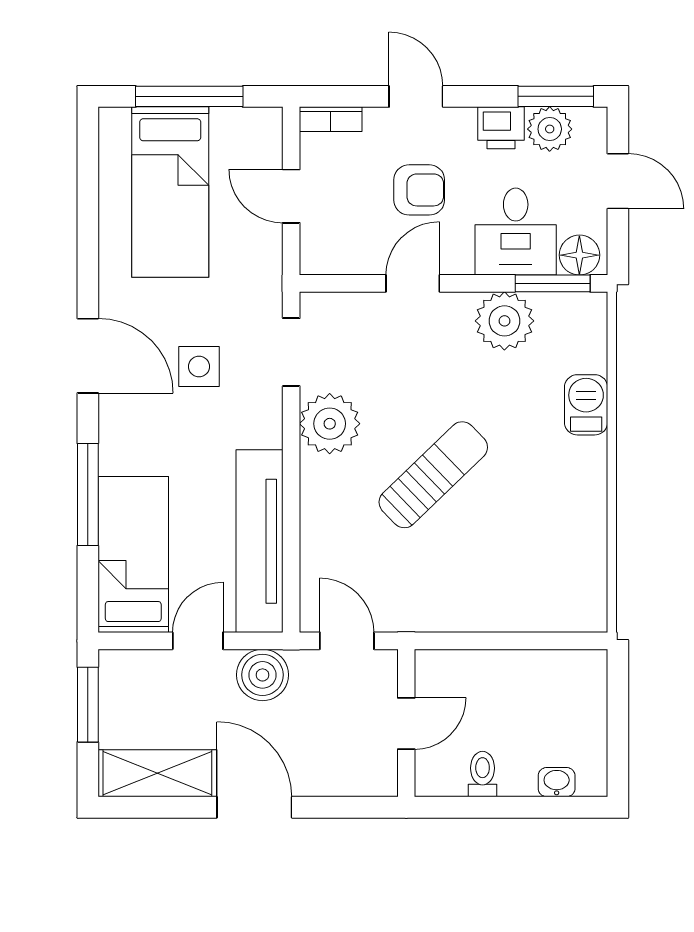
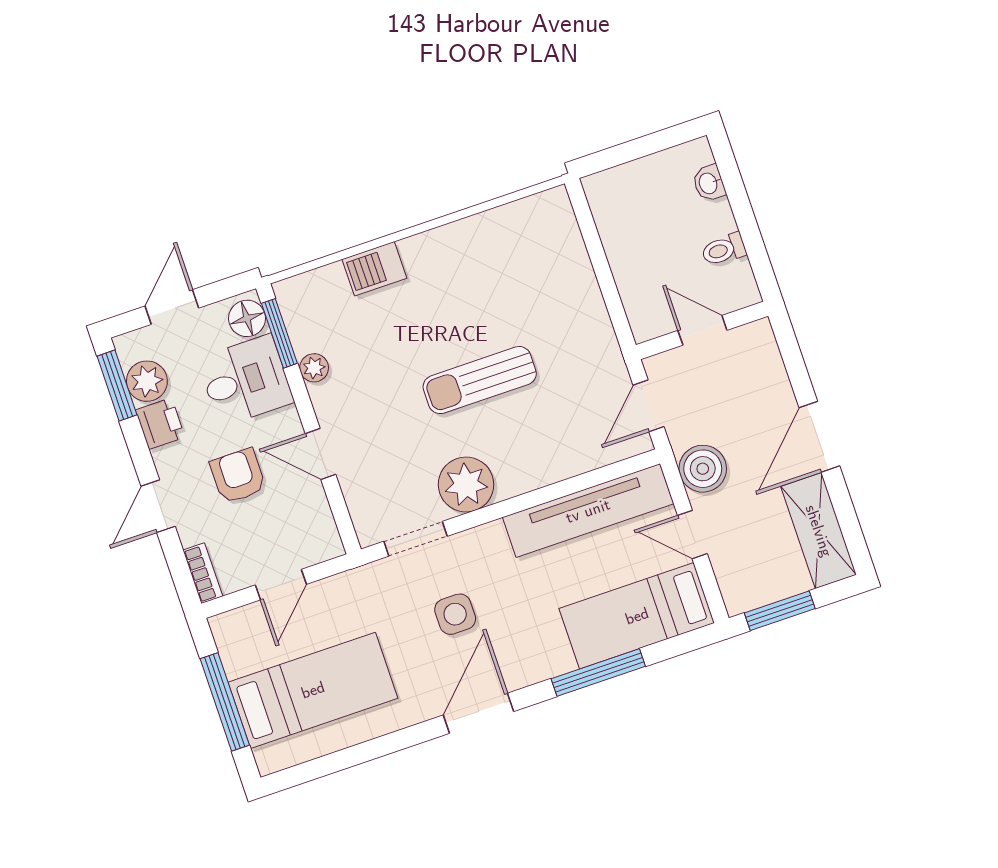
plant: (504, 321) -> (314, 368), width x0.53, depth x0.53
sun lounger: (433, 475) -> (480, 380), turned -46

